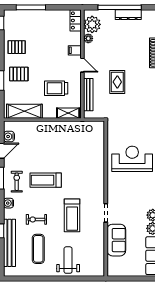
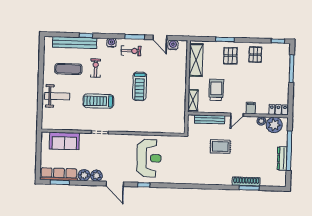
treadmill: (46, 180) -> (140, 86), moved, turned 180
sofa: (116, 240) -> (64, 141), moved

